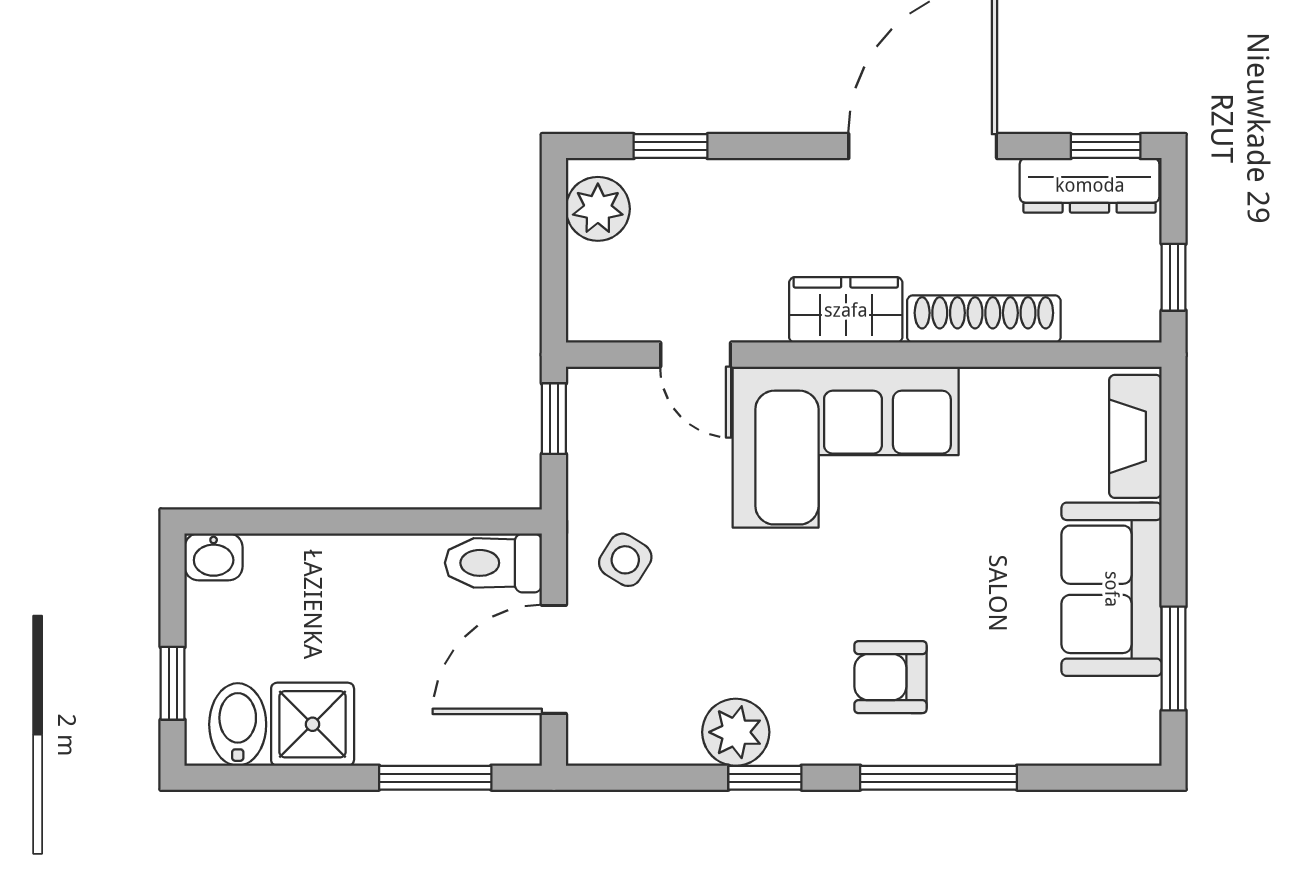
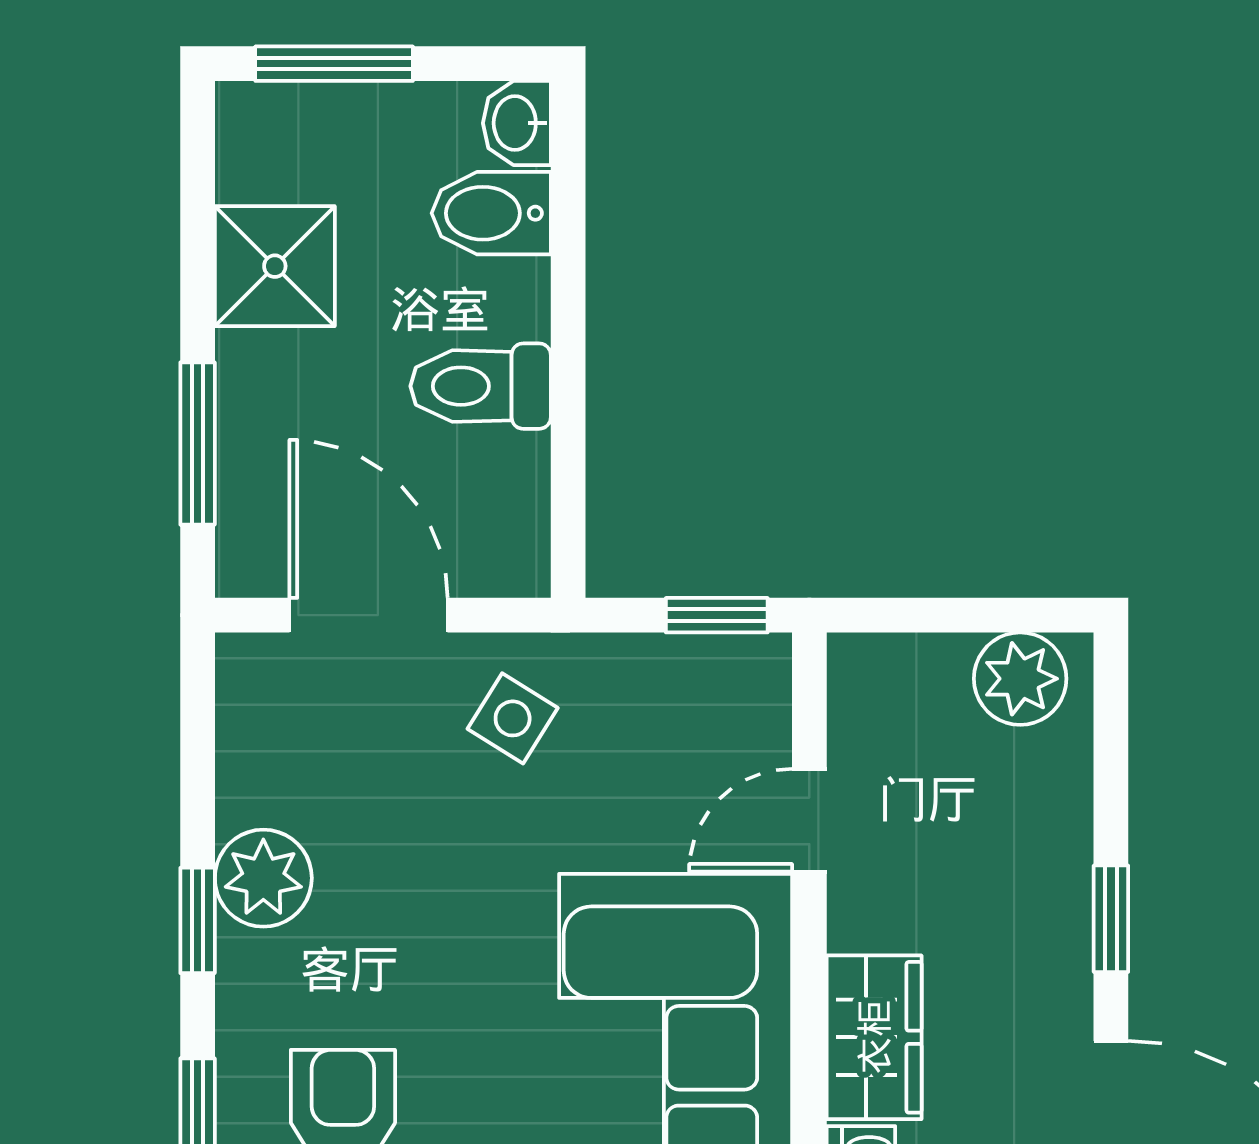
window: (671, 146) -> (1111, 919), moved
toilet: (493, 563) -> (481, 386), moved, turned -90
window: (173, 683) -> (334, 64), width x1.50
bidet: (238, 724) -> (491, 213), moved, turned 180

